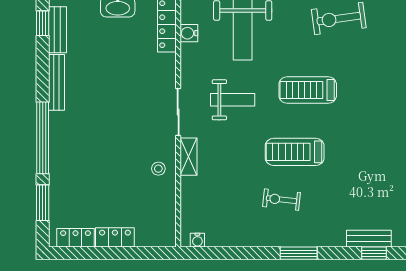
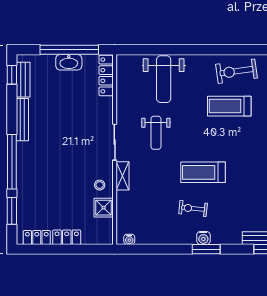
water cooler: (189, 33) -> (203, 238), moved, turned -90
treadmill: (308, 90) -> (229, 106), moved
weight bench: (233, 100) -> (156, 133), turned 90
shower: (164, 198) -> (104, 208), added

